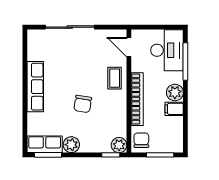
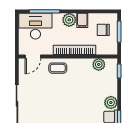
chair: (83, 104) -> (78, 93), removed
chair: (141, 140) -> (103, 30), moved
plant: (119, 145) -> (99, 64), moved

